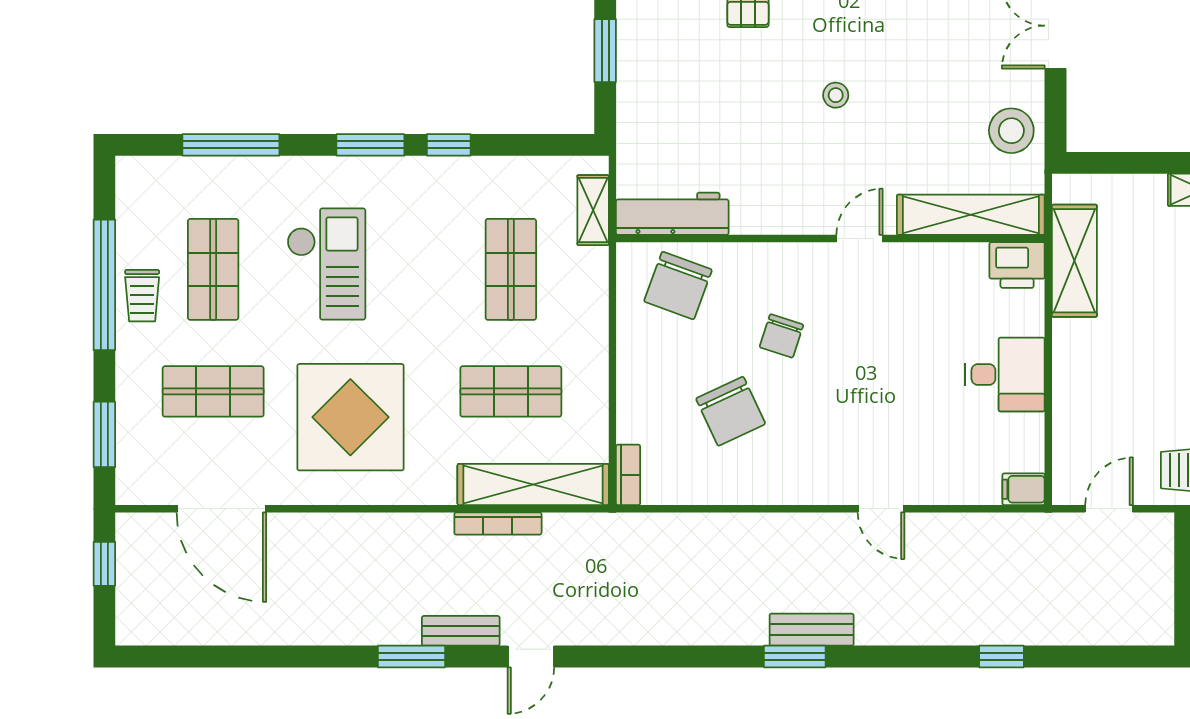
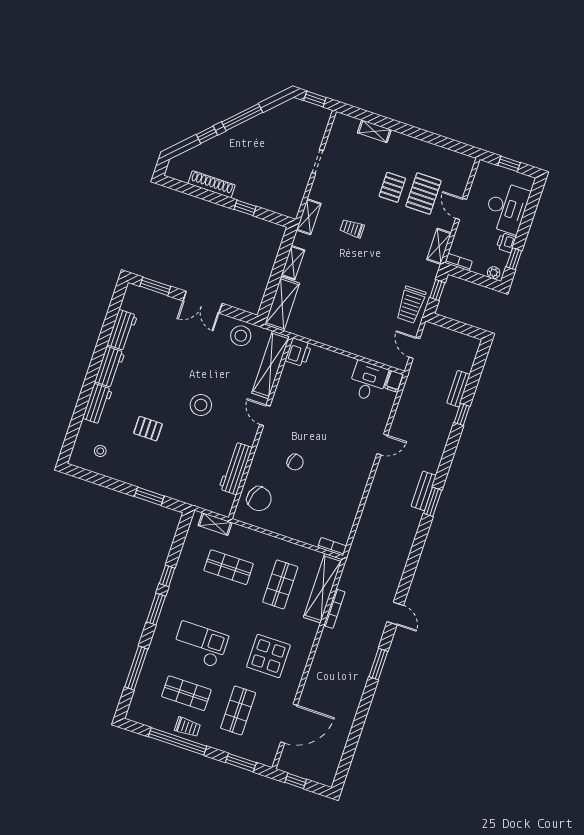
stool: (836, 95) -> (201, 405), width x1.89, depth x1.89
workbench: (672, 214) -> (236, 468), moved
shelving: (1074, 261) -> (282, 304), moved, turned 90
desk: (1005, 375) -> (368, 381), moved
chair: (731, 411) -> (320, 494), removed
display table: (350, 417) -> (268, 656), width x0.73, depth x0.73
bench: (461, 631) -> (458, 389), moved

